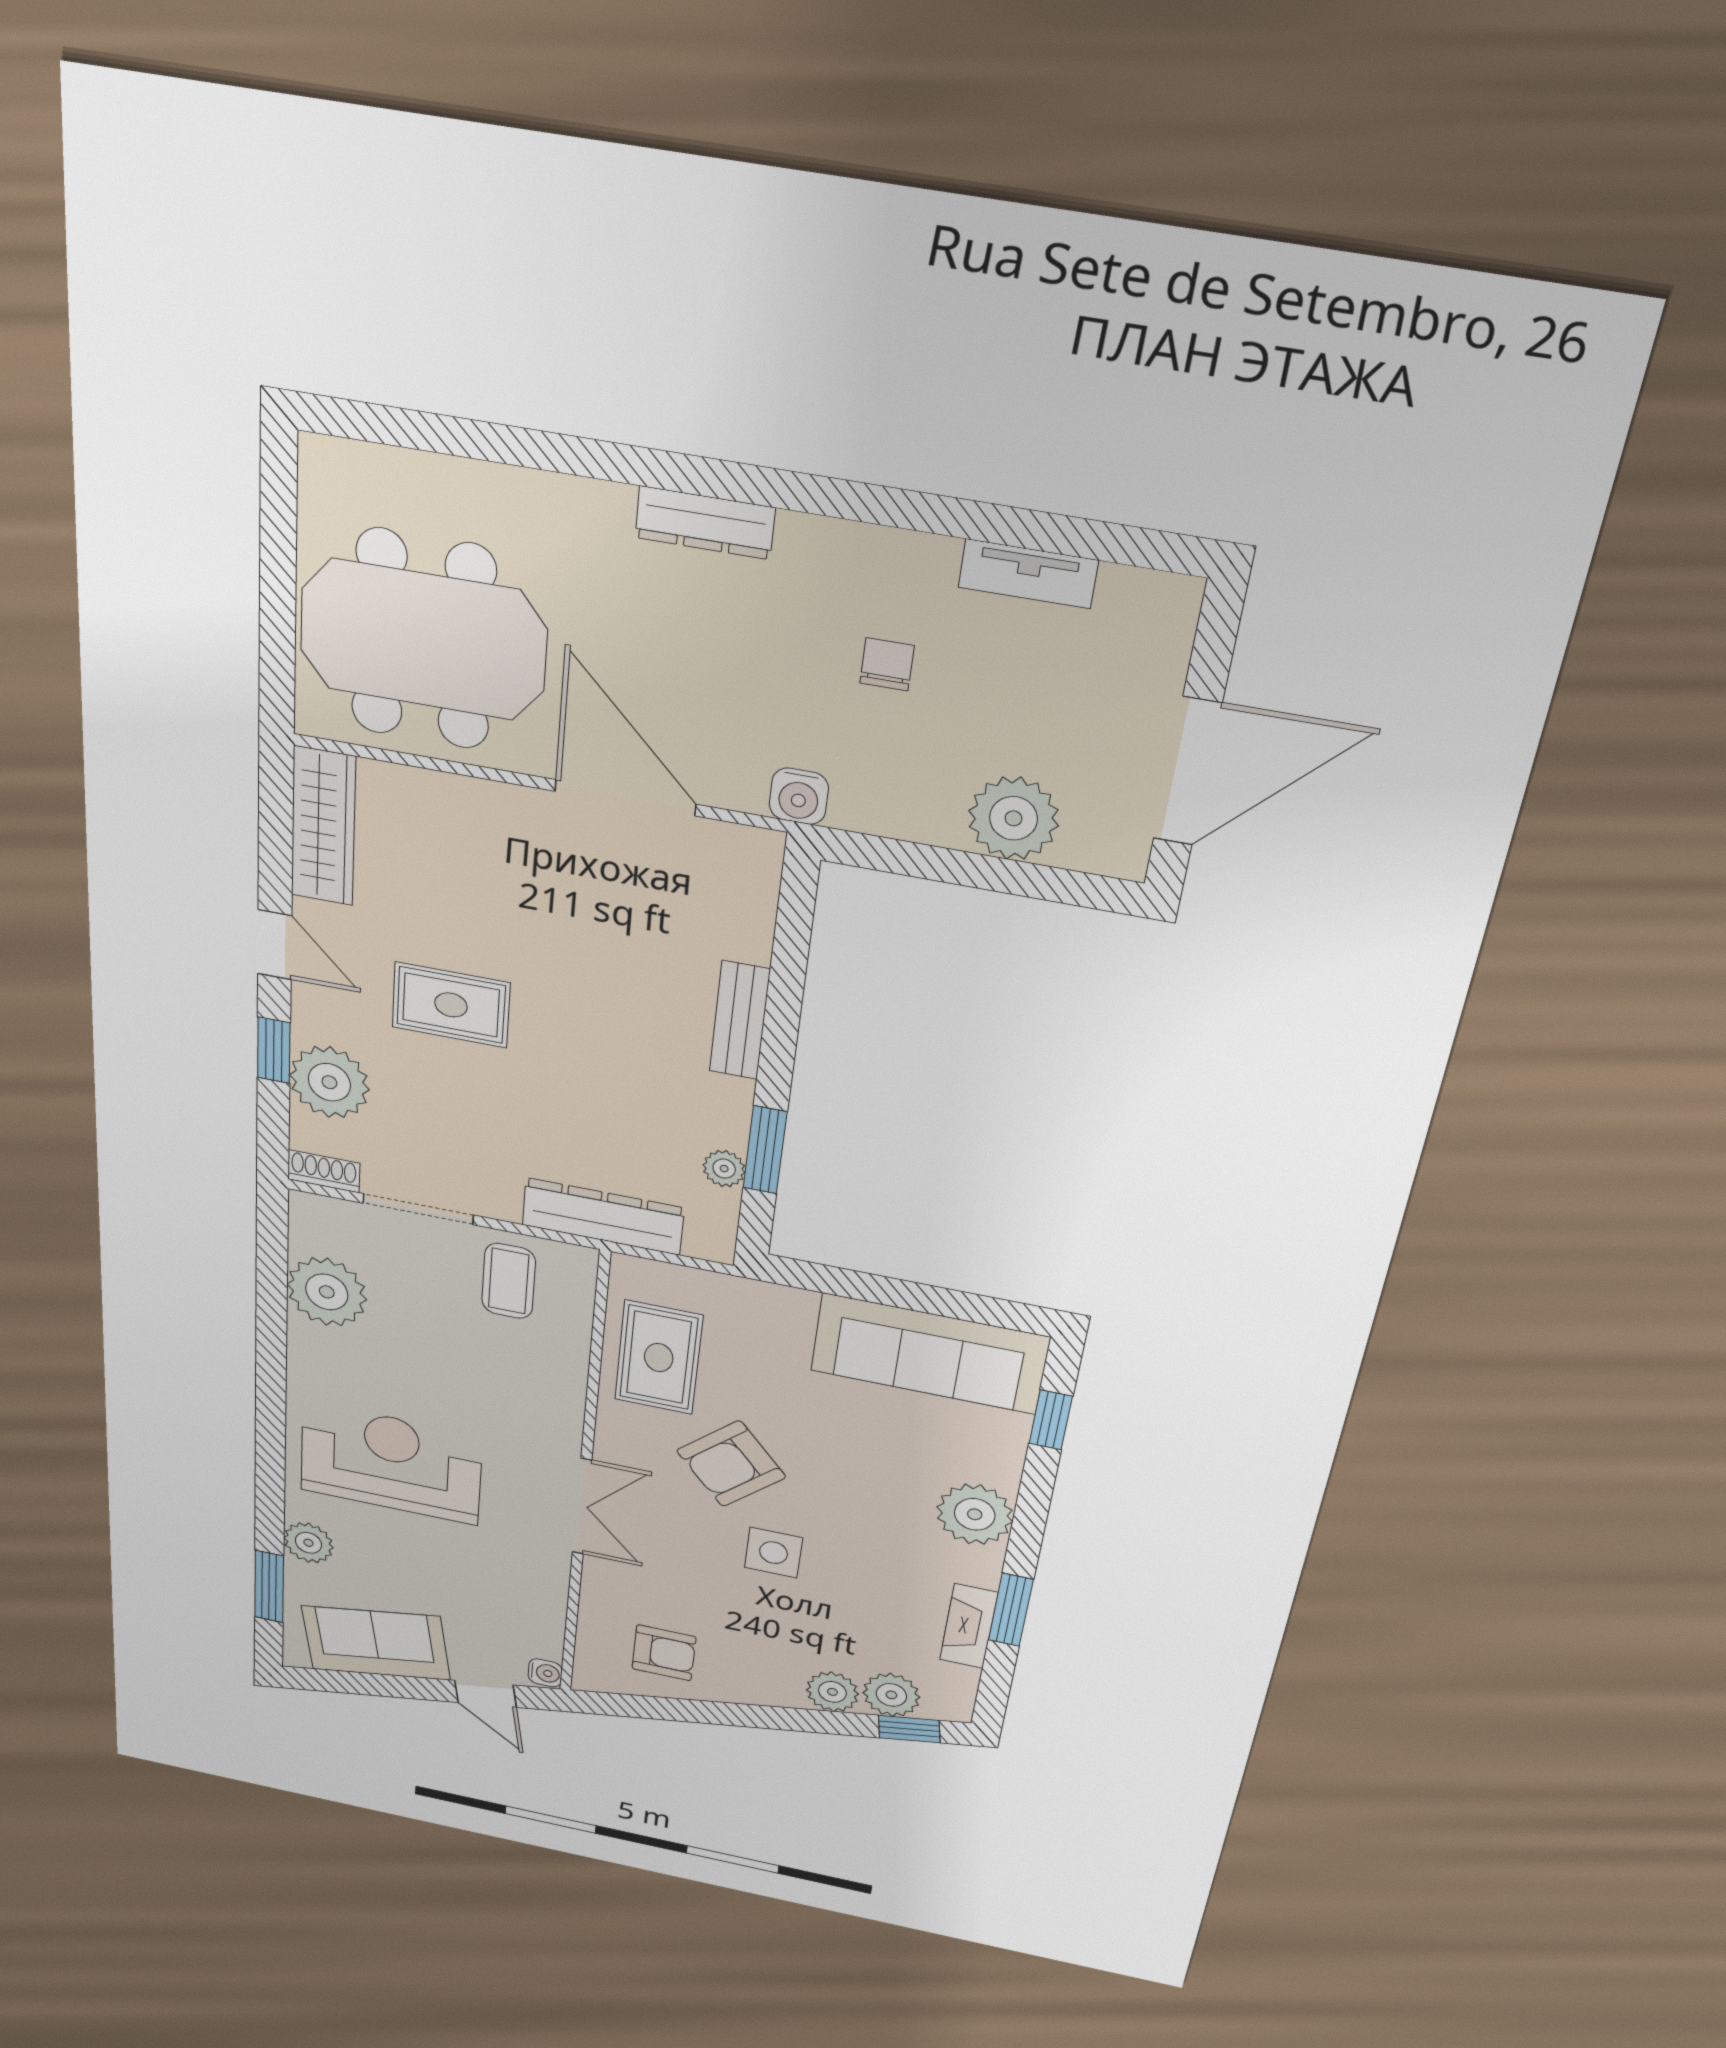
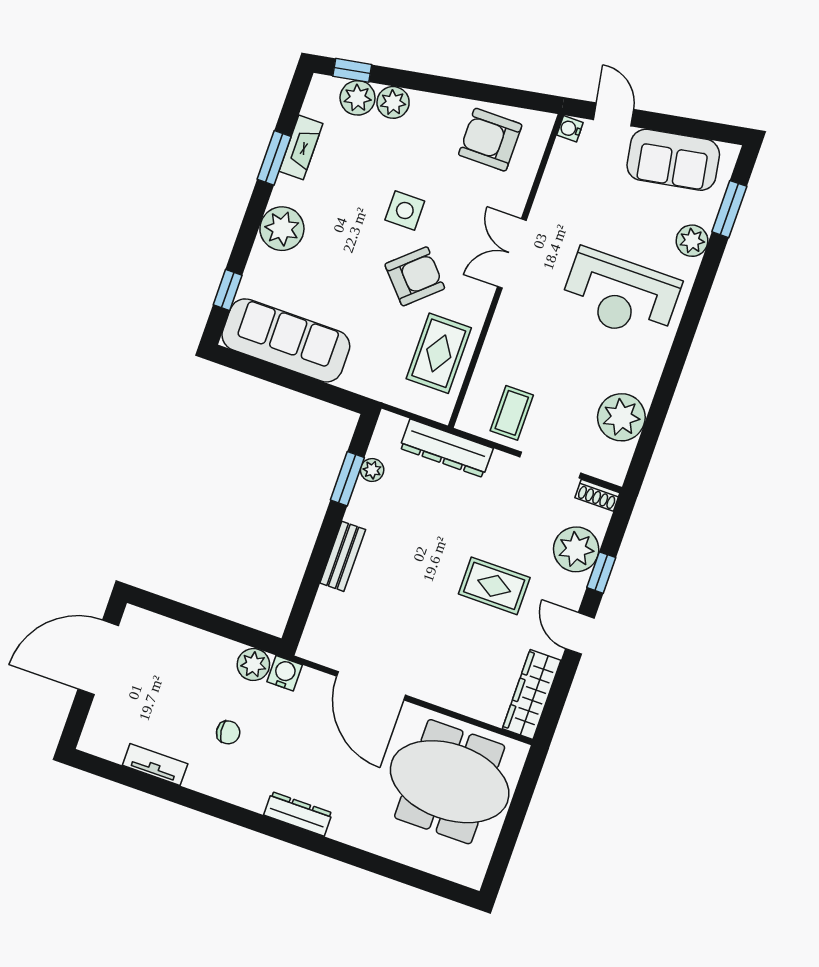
chair: (887, 664) -> (228, 732), turned -98
plant: (1014, 818) -> (253, 665), moved, width x0.73, depth x0.73
armchair: (664, 1653) -> (490, 140), width x1.38, depth x1.38

